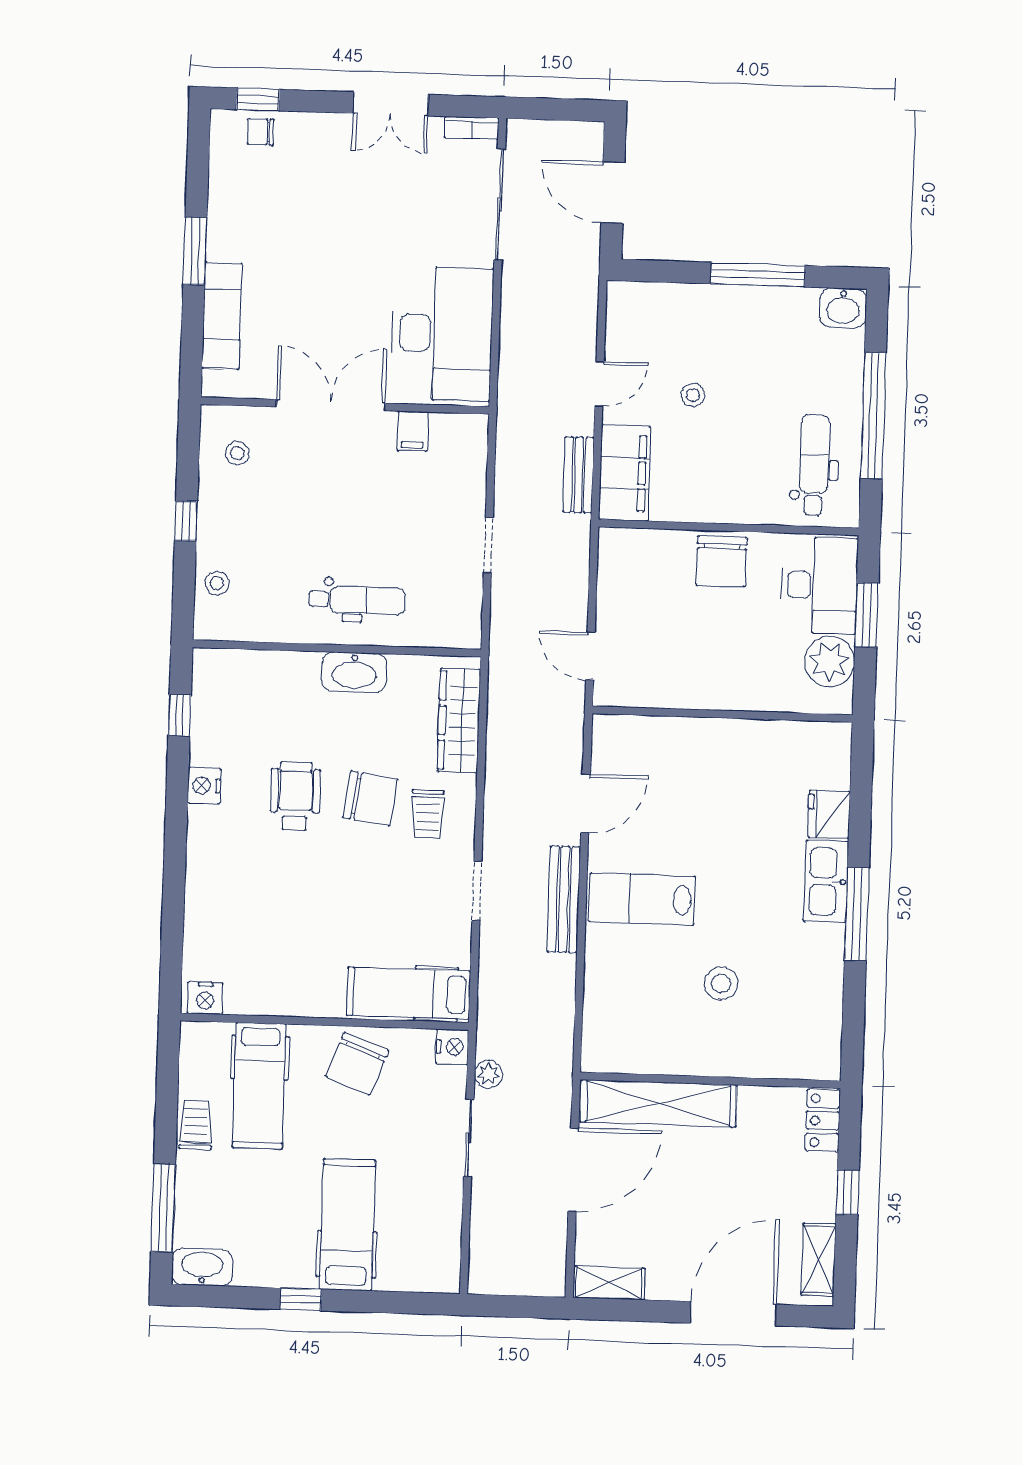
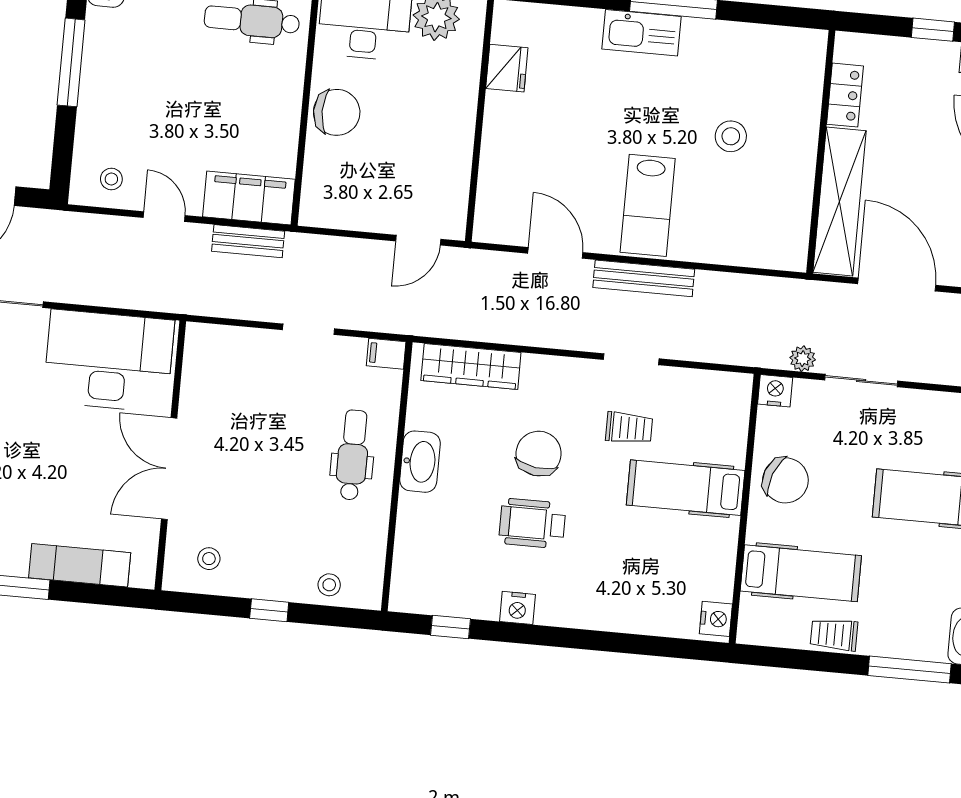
stool: (693, 395) -> (111, 179), moved
filing cabinet: (412, 431) -> (386, 354), moved, turned 180
trolley: (428, 814) -> (629, 428), moved
fridge: (829, 814) -> (507, 68), moved, turned -90
hospital bed: (409, 993) -> (686, 488), moved, turned 90
locker: (823, 1121) -> (845, 95), moved, turned -90

